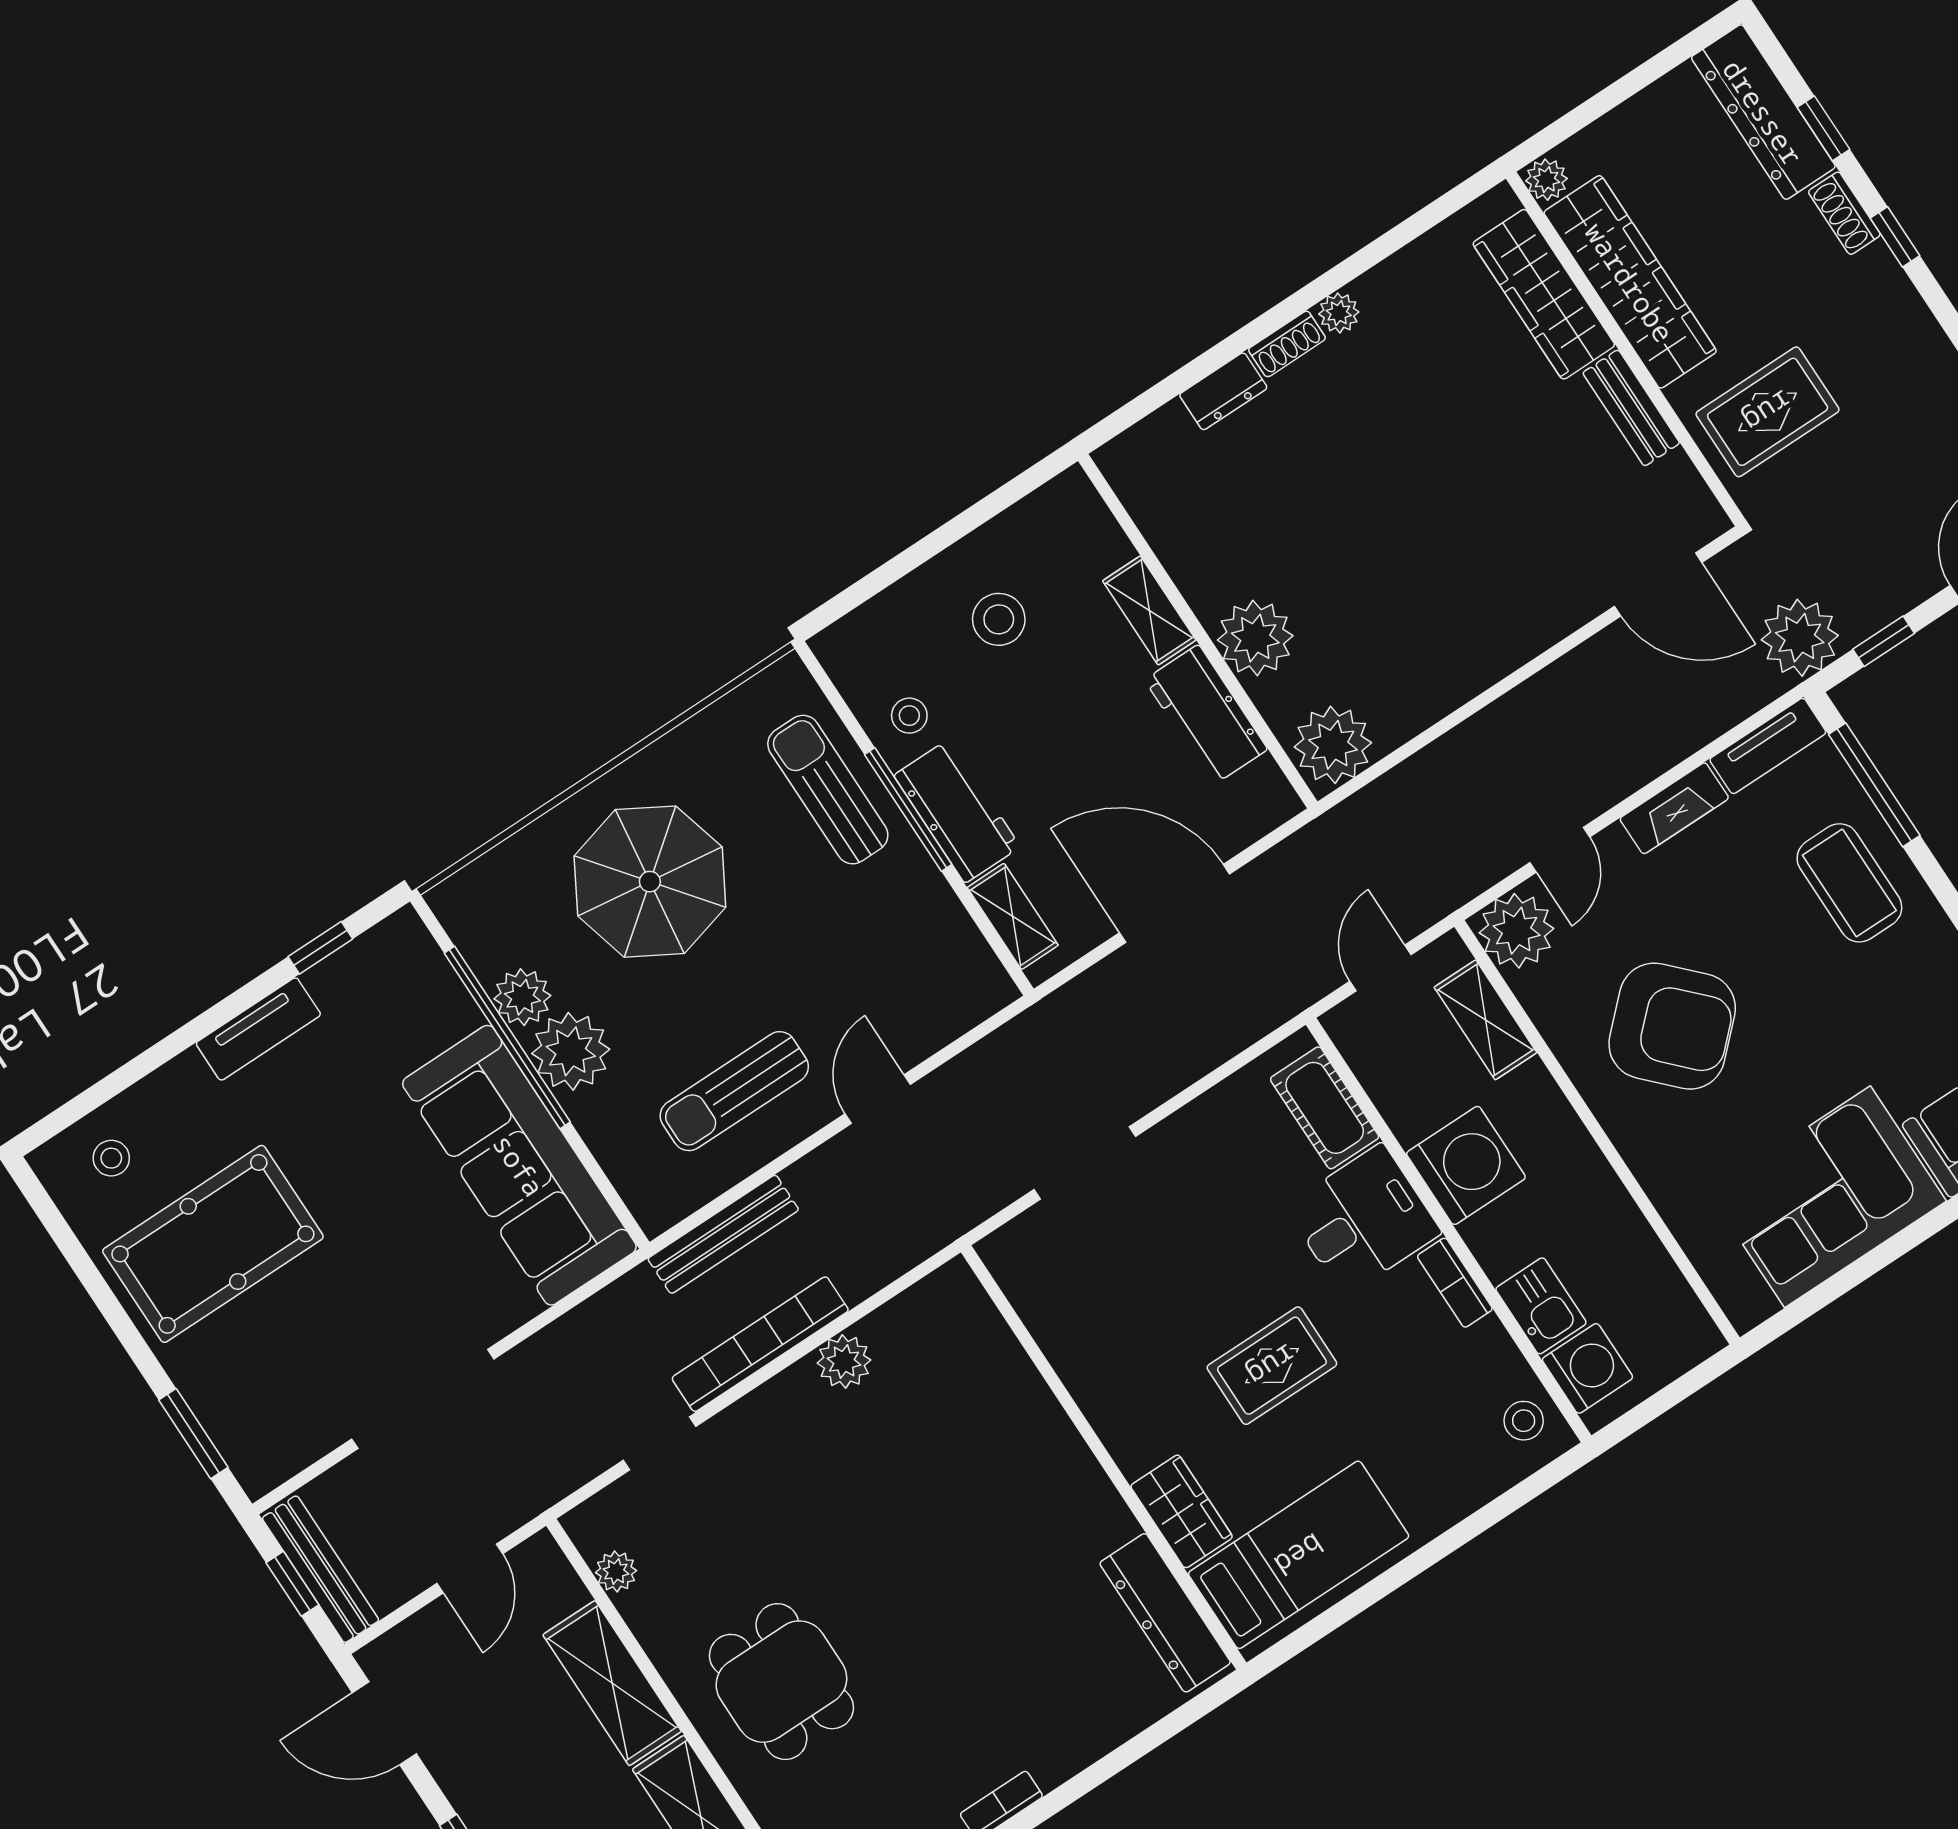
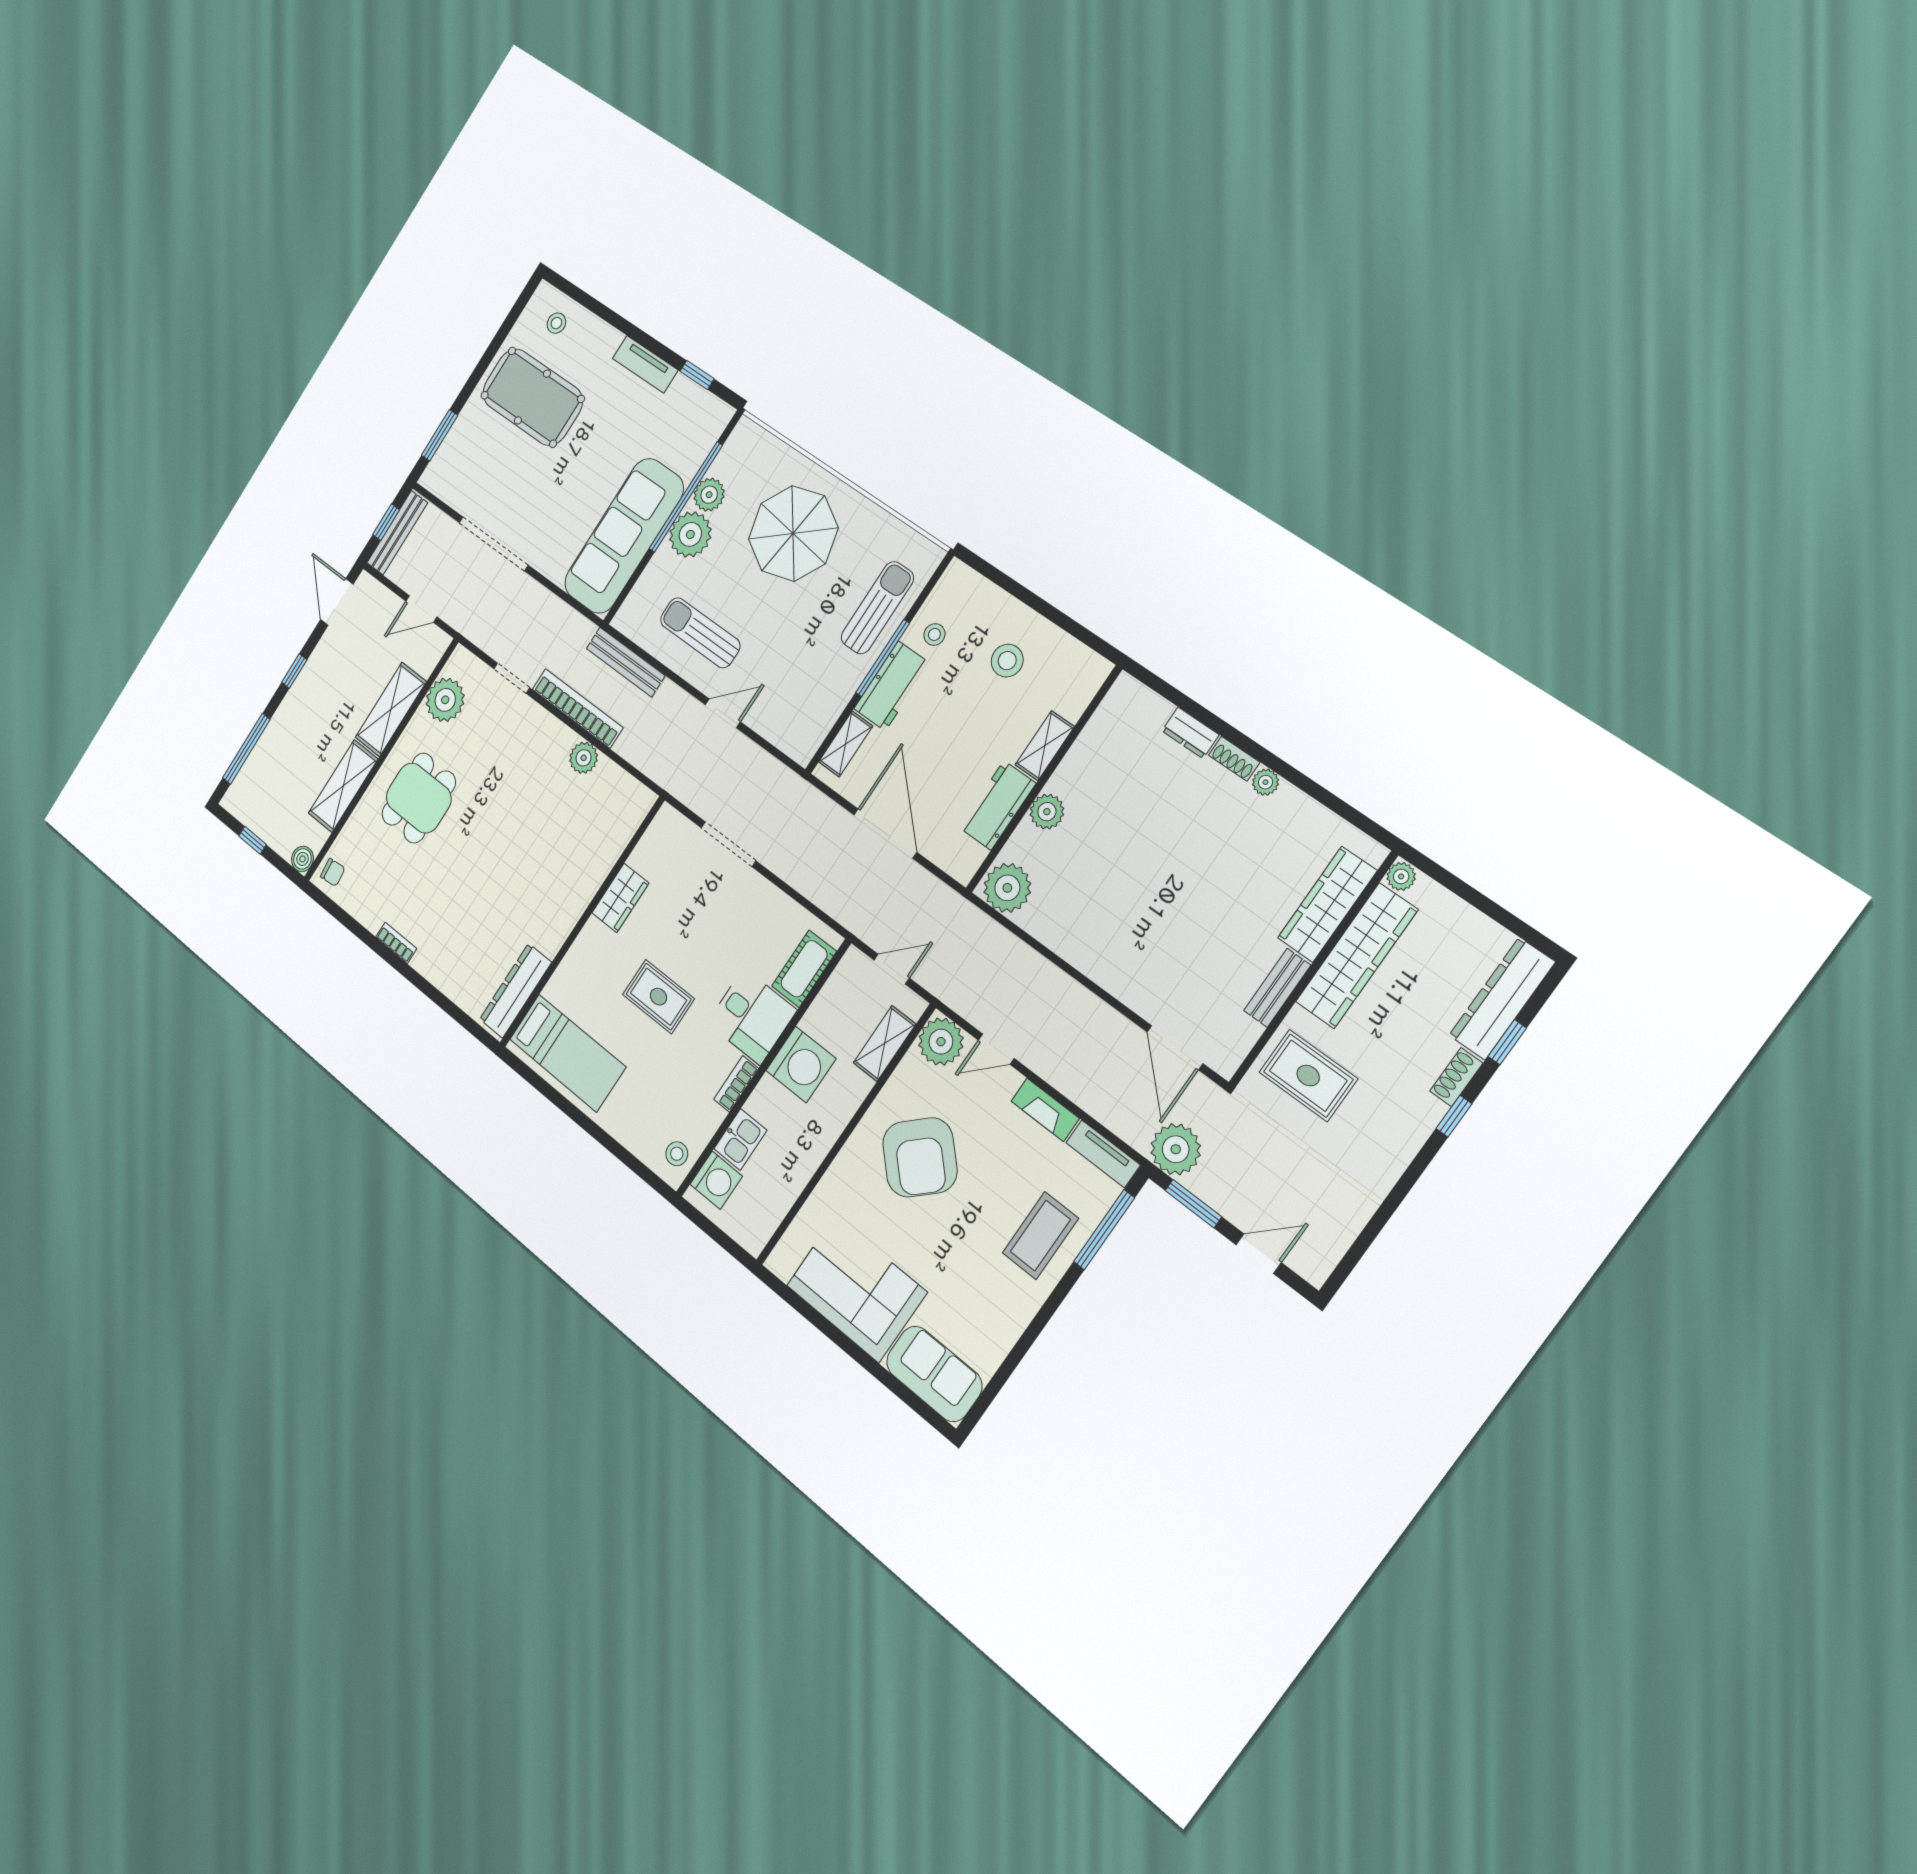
plant: (1255, 638) -> (1047, 812), width x0.73, depth x0.73
window: (1884, 641) -> (1193, 1204), width x1.50
wardrobe: (1182, 1511) -> (620, 898), moved
plant: (616, 1571) -> (445, 700), width x1.88, depth x1.88

